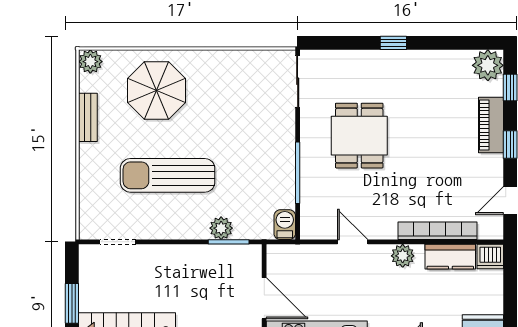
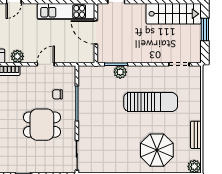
dining table: (359, 136) -> (42, 125), turned 90
chair: (332, 189) -> (58, 94), added
barbecue: (285, 225) -> (84, 74), removed
door: (353, 242) -> (46, 64), swing flipped

